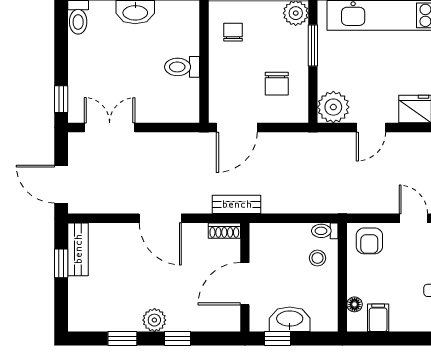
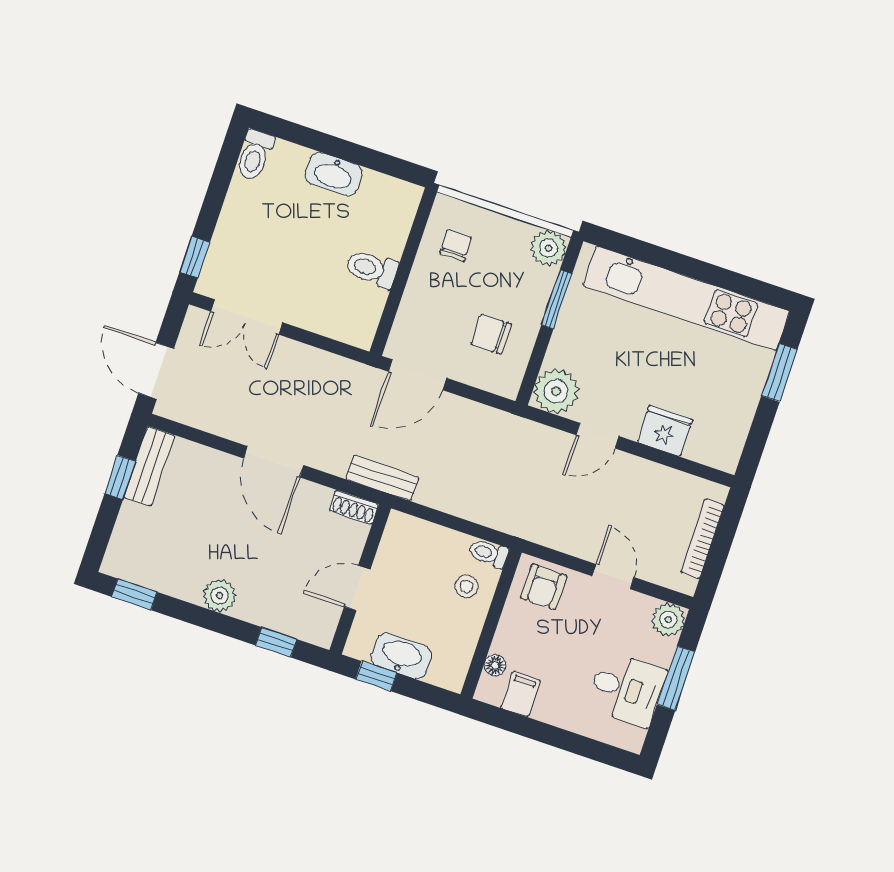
chair: (277, 84) -> (491, 334), turned 90
double door: (110, 128) -> (247, 317), swing flipped
door: (245, 284) -> (357, 588), width x0.73
window: (122, 338) -> (134, 594), moved
window: (178, 338) -> (276, 642), moved

